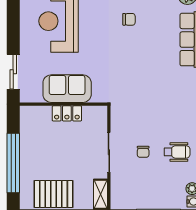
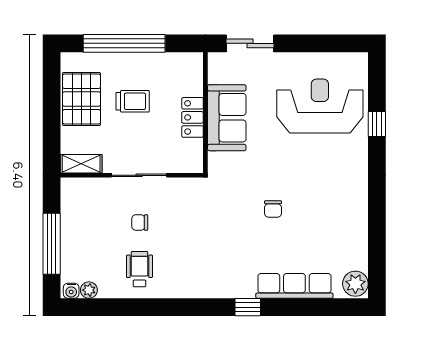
chair: (129, 19) -> (273, 209), moved
wheelchair: (177, 152) -> (139, 269), turned 180
trolley: (55, 157) -> (133, 101), added

